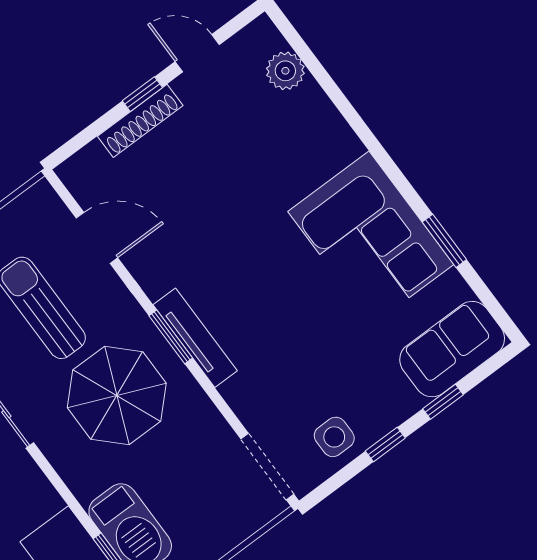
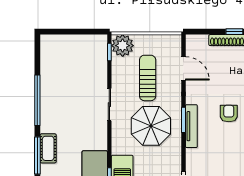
armchair: (249, 260) -> (229, 113), added

